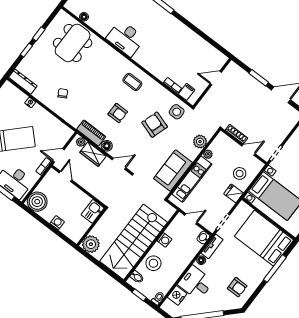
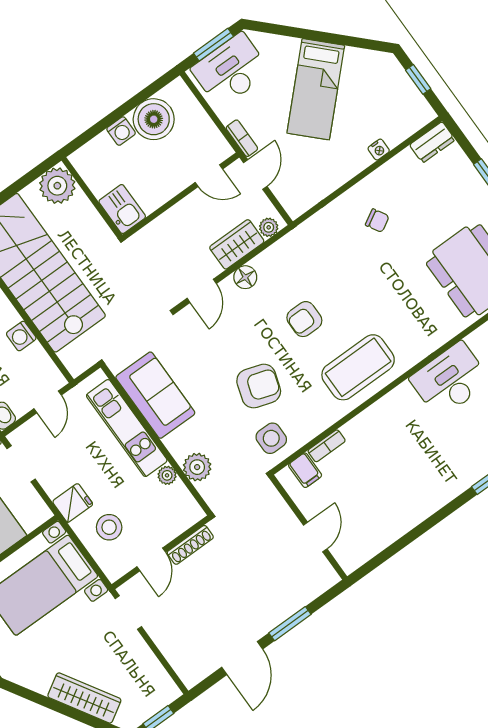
dresser: (23, 82) -> (432, 142), width x0.70
coffee table: (132, 82) -> (358, 367), width x1.86, depth x1.72
piano: (91, 133) -> (281, 254), removed
boiler: (37, 202) -> (154, 119), moved

